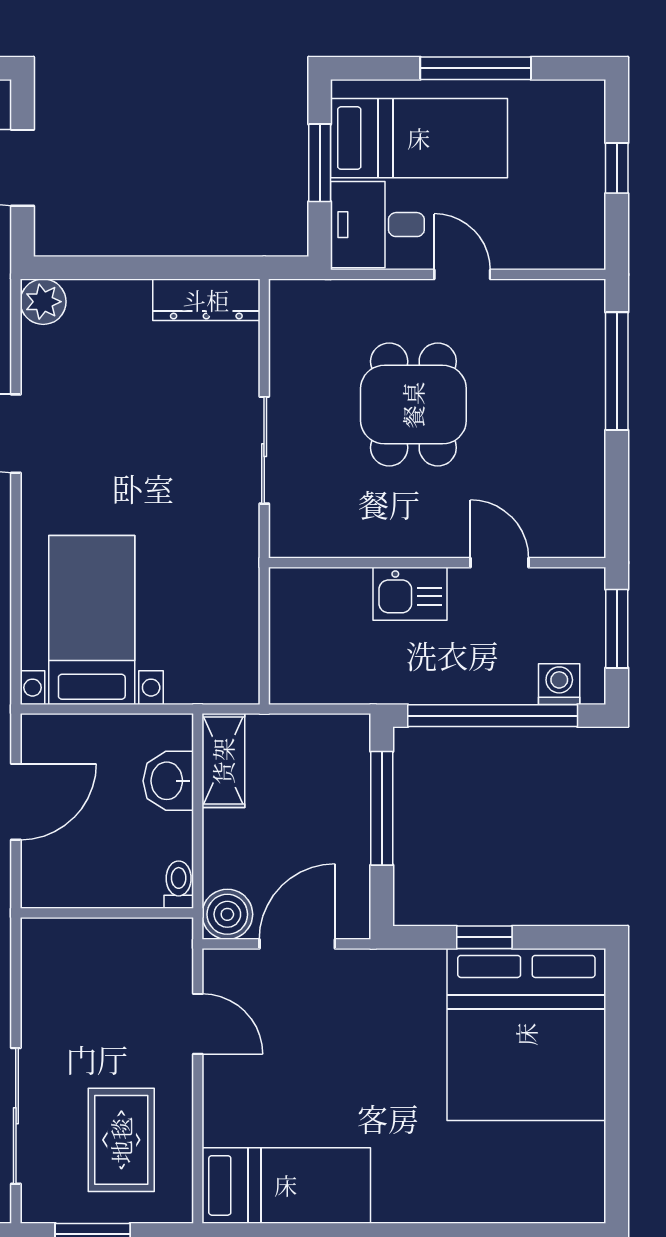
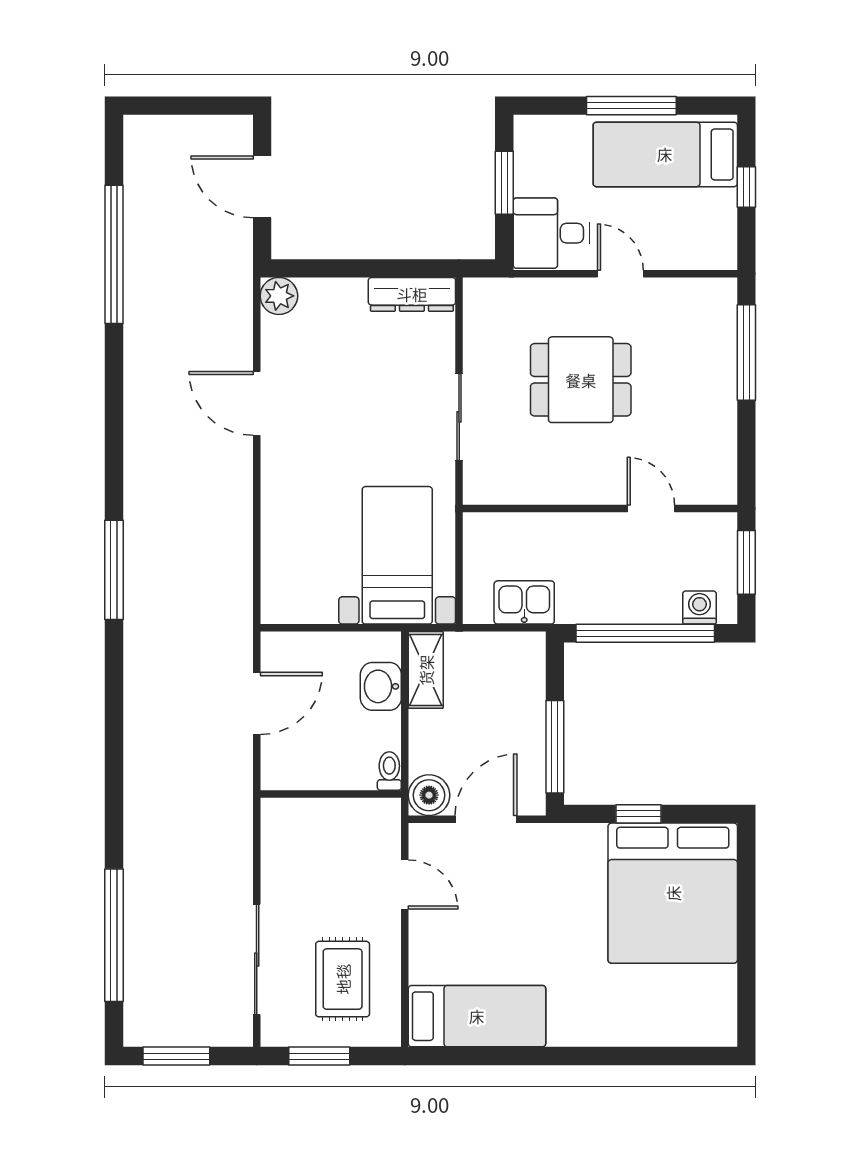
bed: (419, 138) -> (665, 154), moved, turned 180
dining table: (413, 405) -> (581, 380), turned 90
kitchen sink: (410, 594) -> (524, 602), moved, turned 180
bed with nightstands: (92, 620) -> (397, 555), moved
window: (382, 808) -> (555, 747), moved

